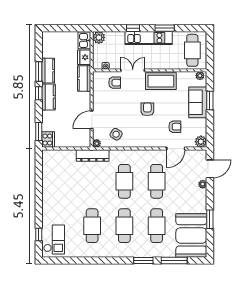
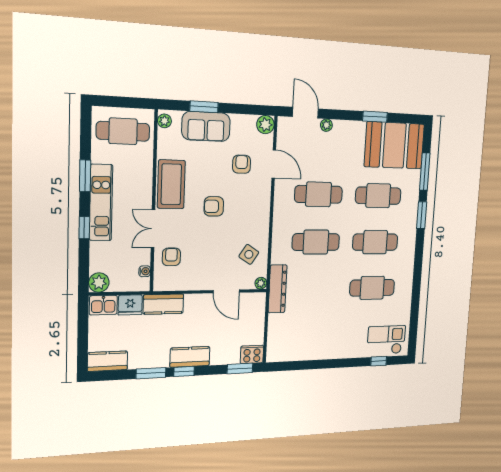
kitchen counter: (48, 71) -> (108, 361), moved

